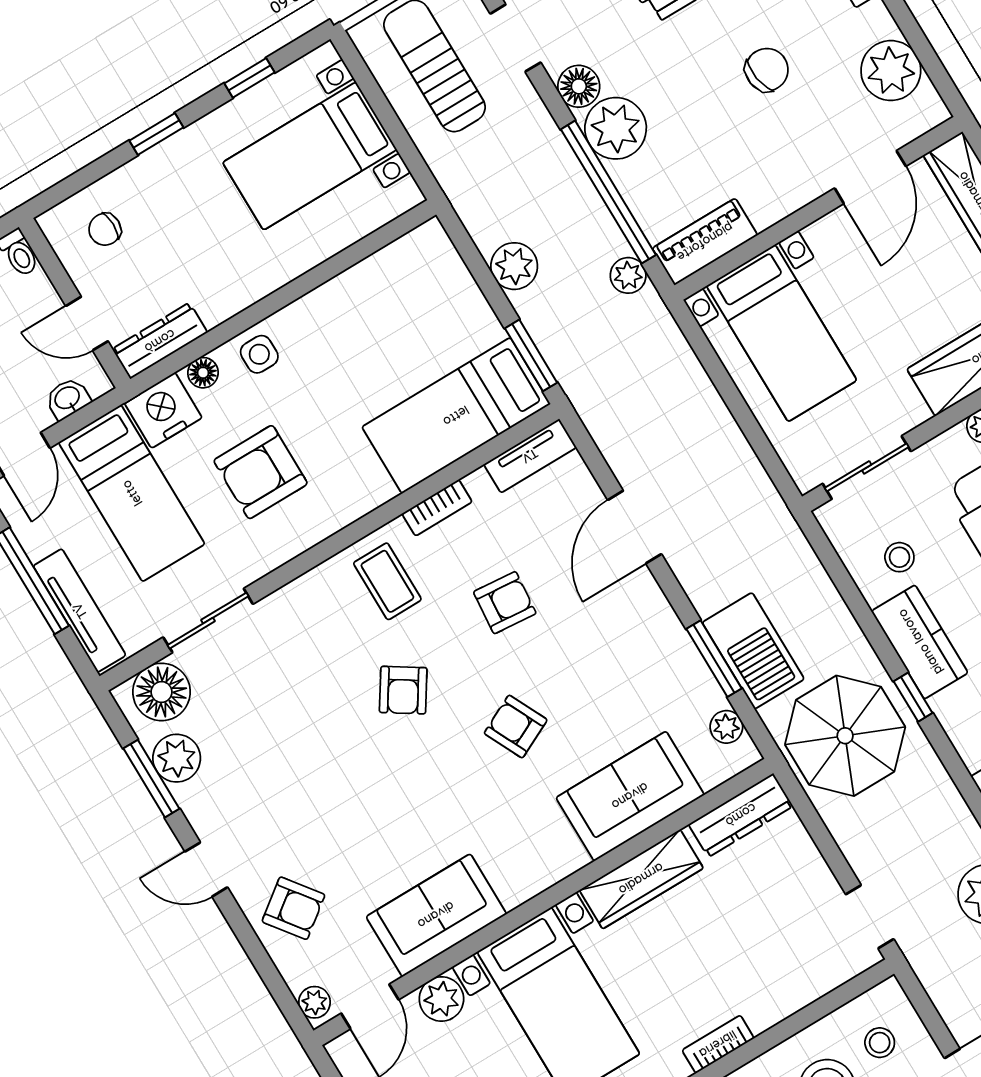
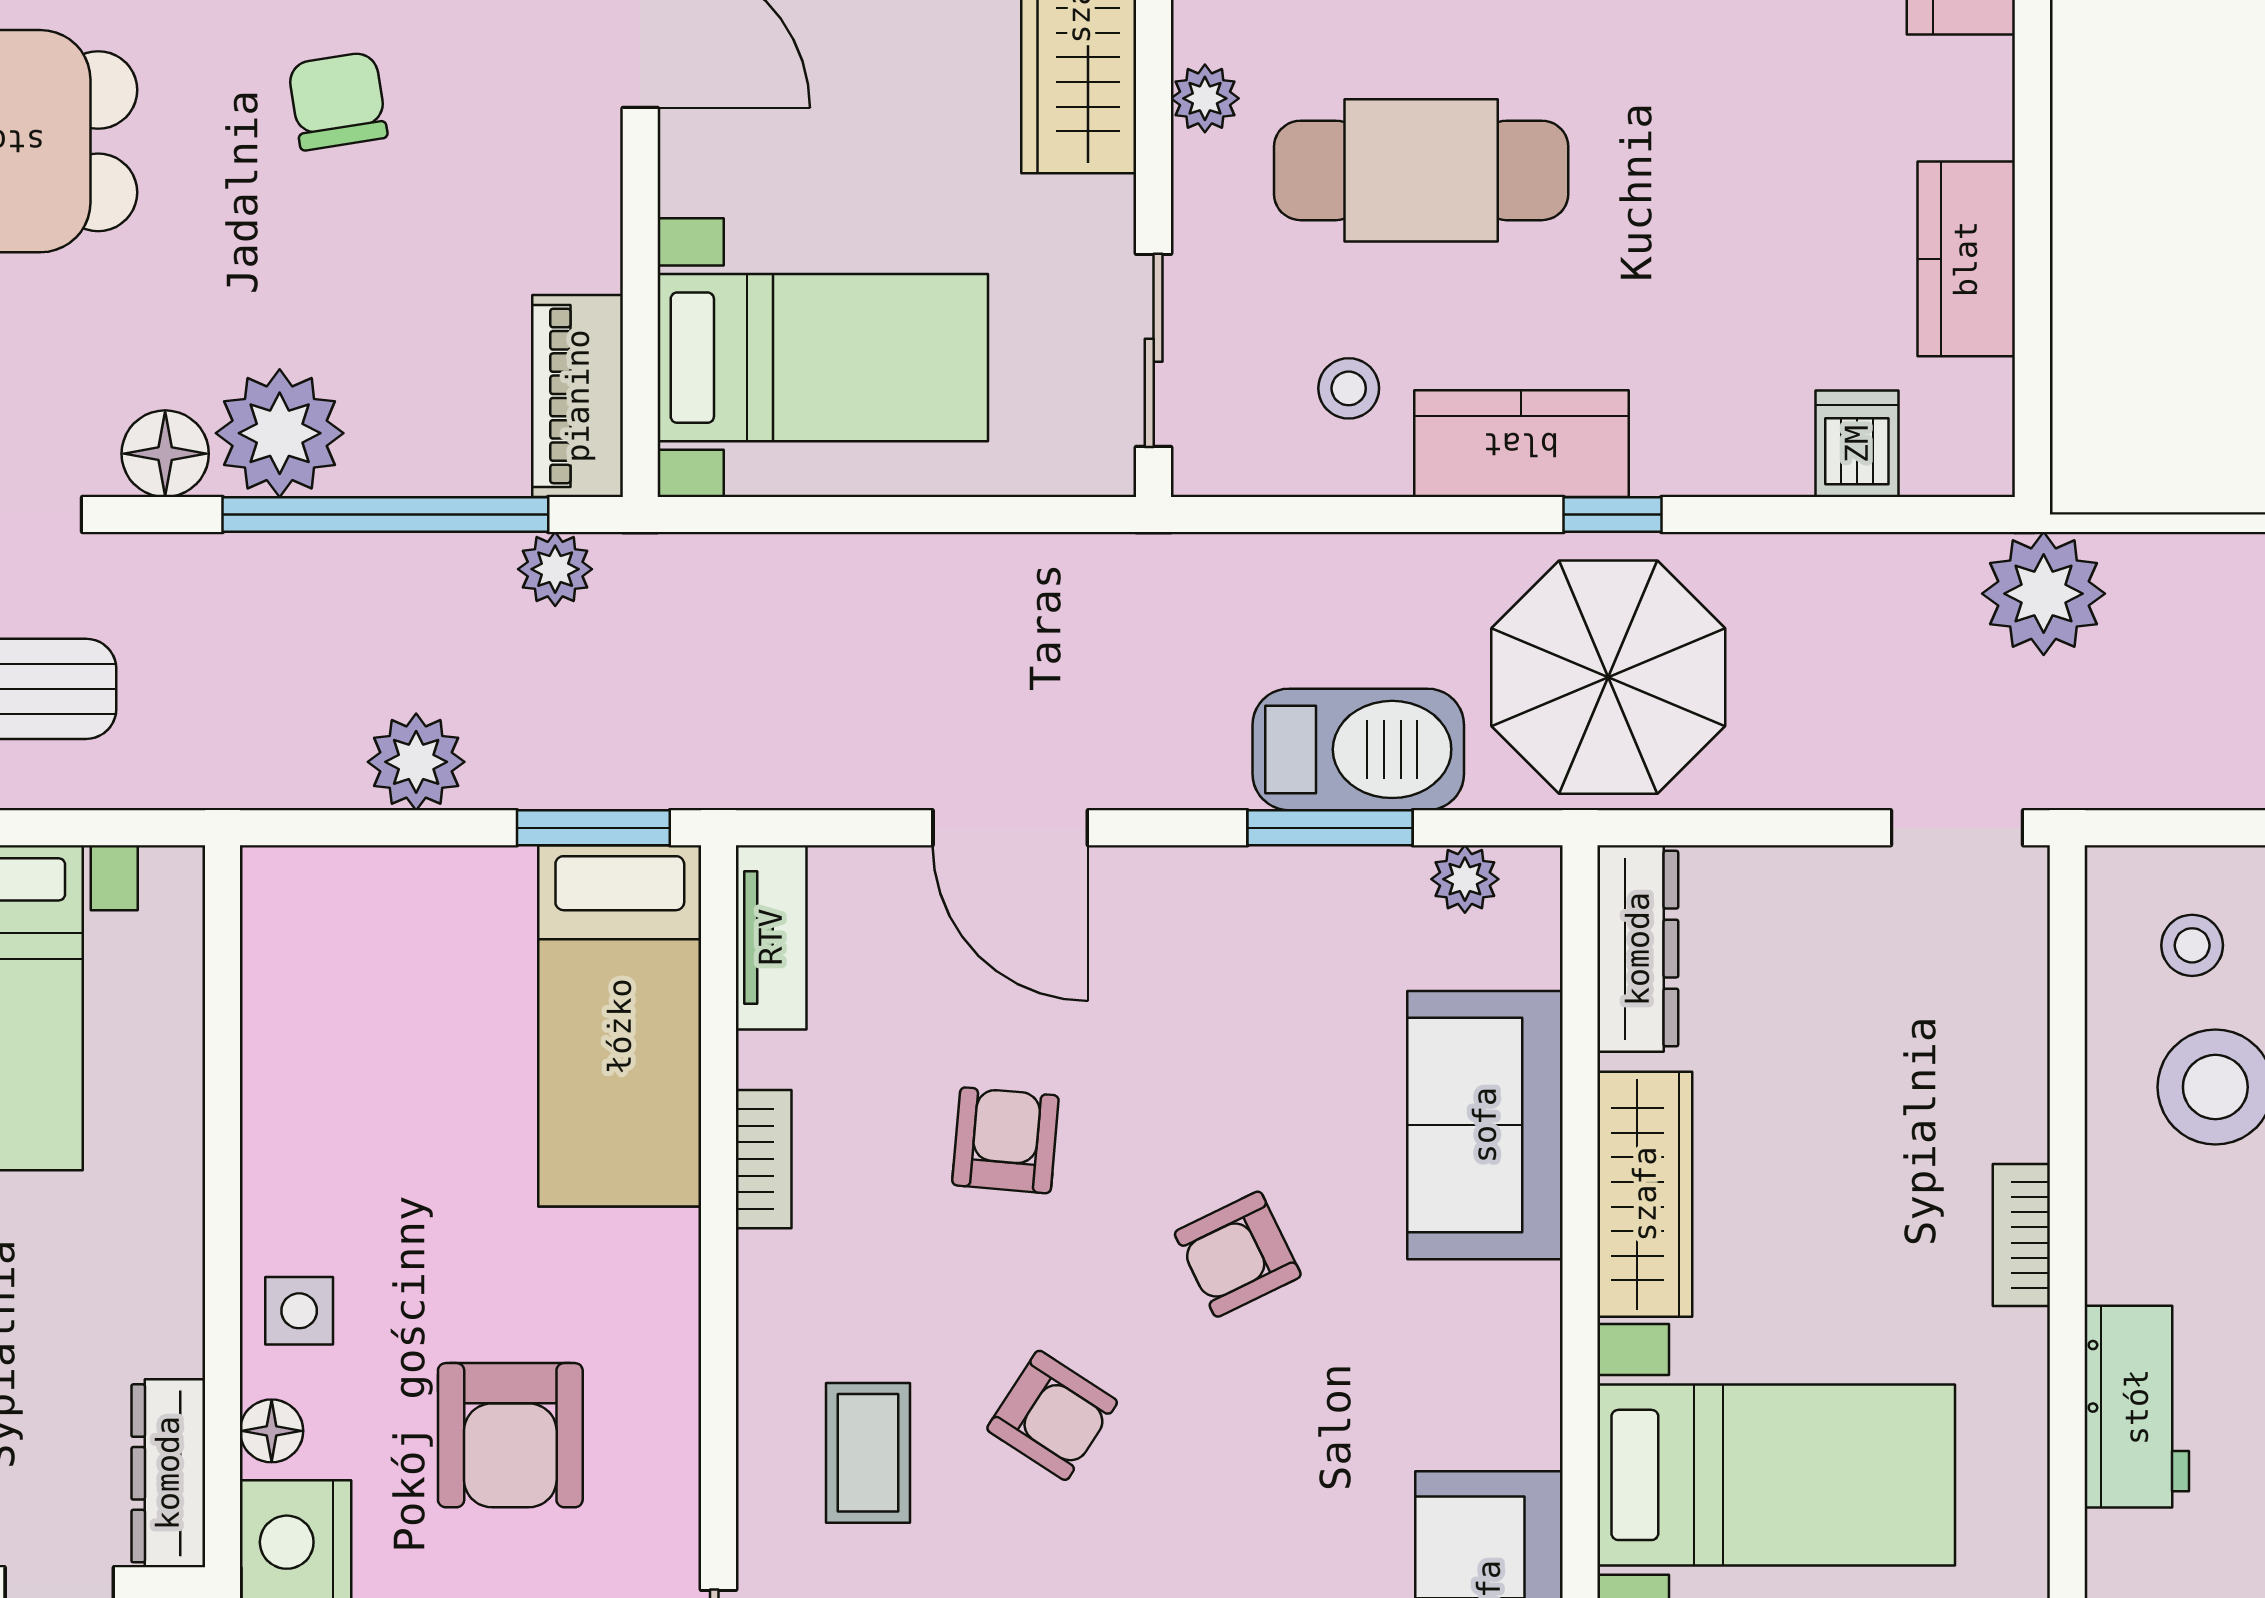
coffee table: (387, 581) -> (868, 1453), moved, turned 90

